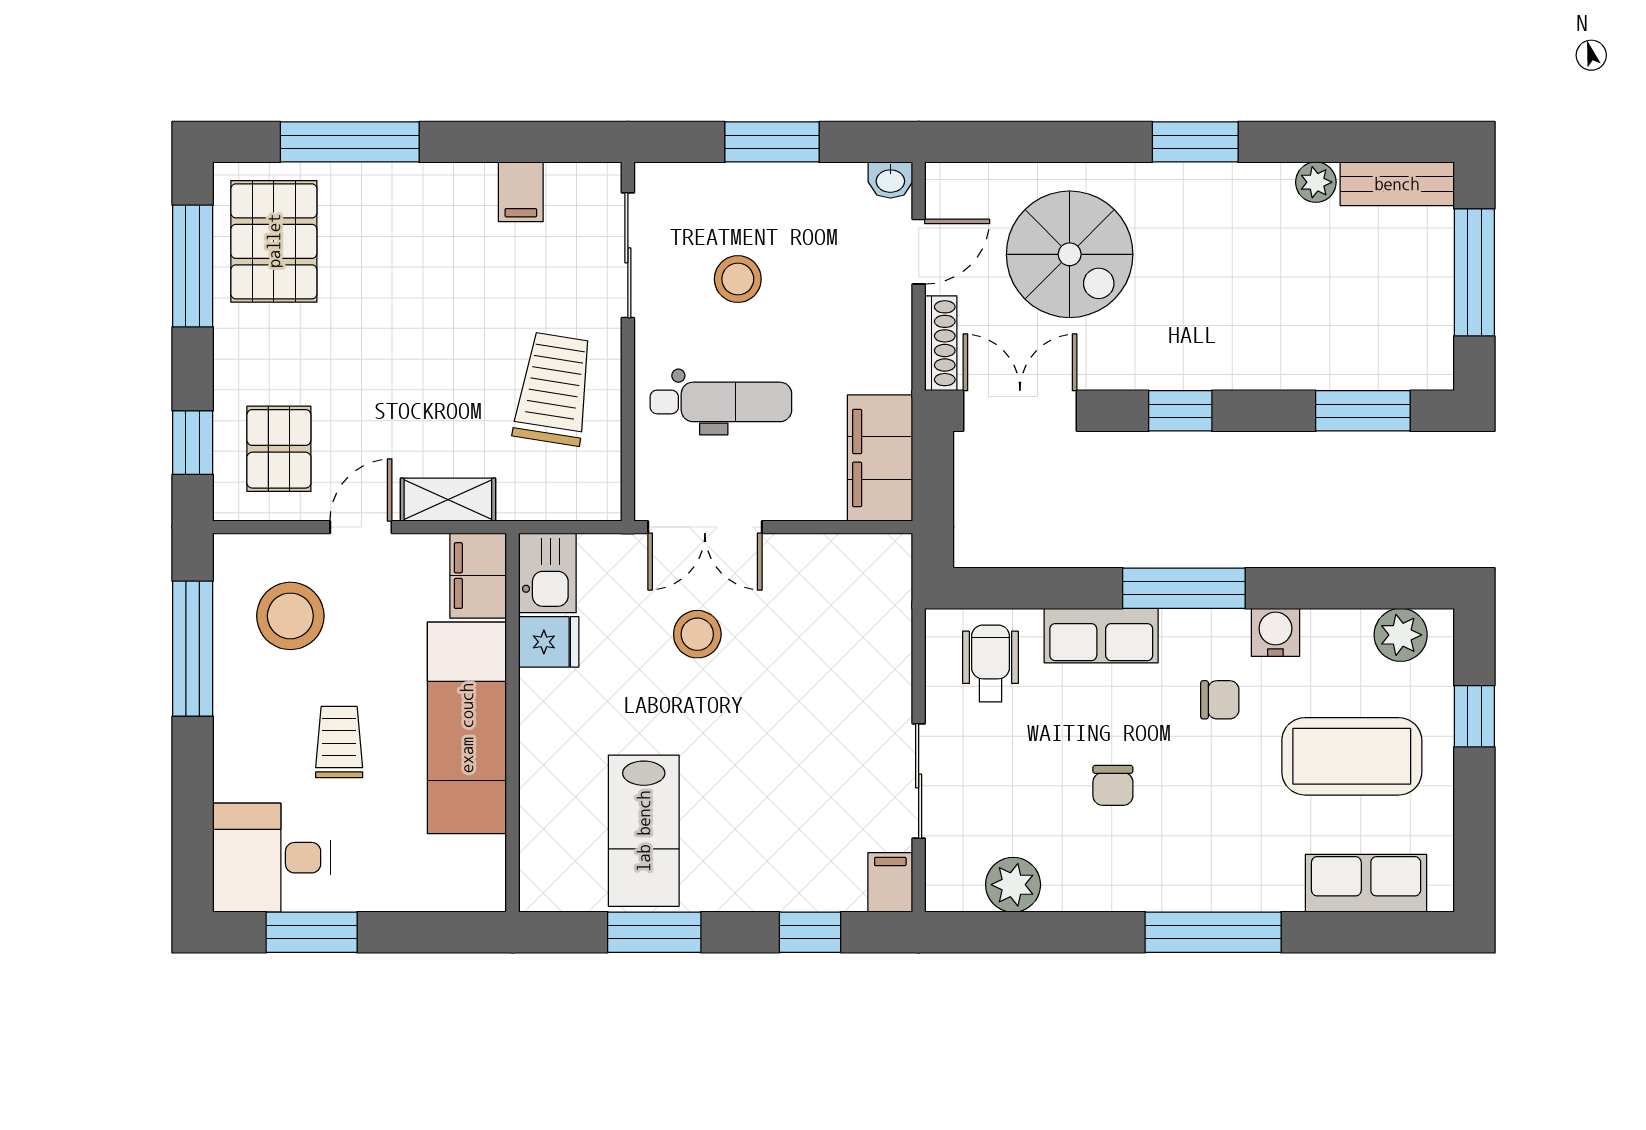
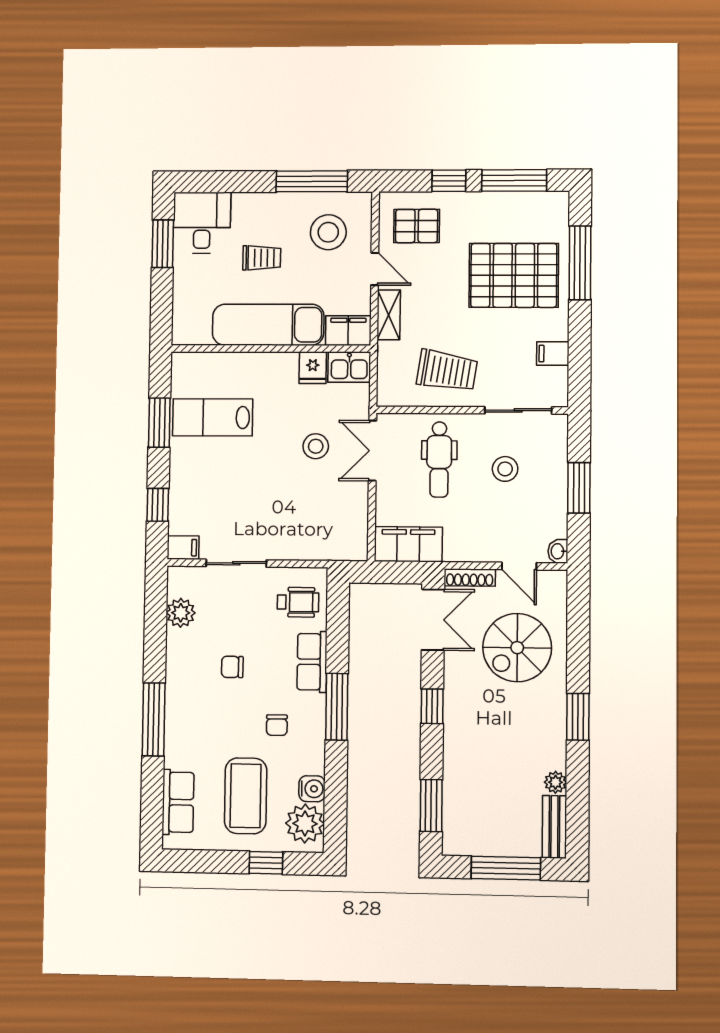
pallet: (274, 241) -> (514, 275), moved, width x1.37, depth x1.41
window: (193, 443) -> (449, 181), moved
water cooler: (1275, 632) -> (312, 789), moved
plant: (1401, 635) -> (305, 824), width x1.36, depth x1.36

